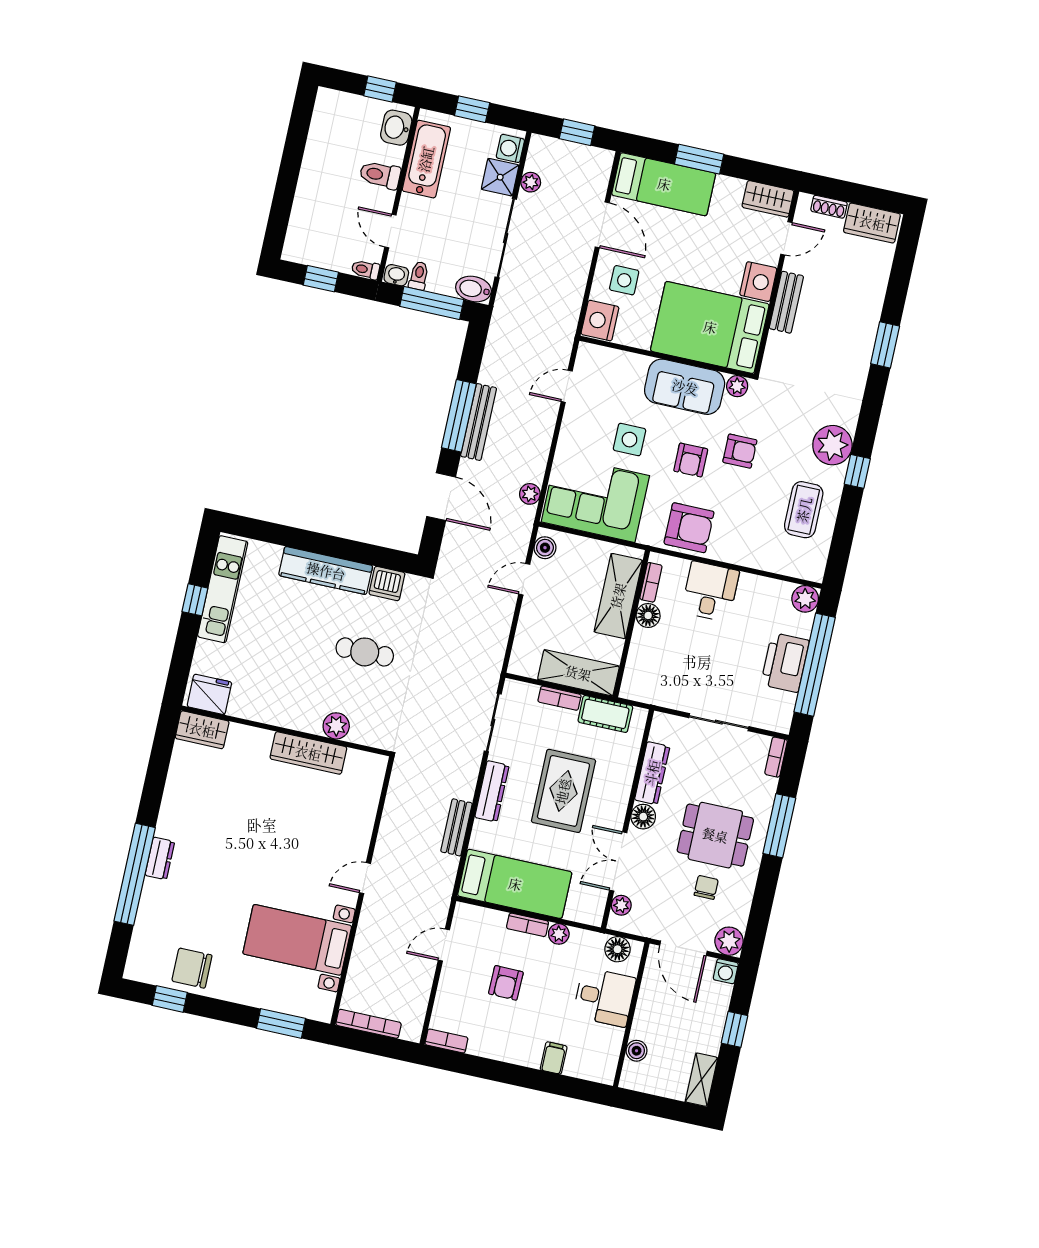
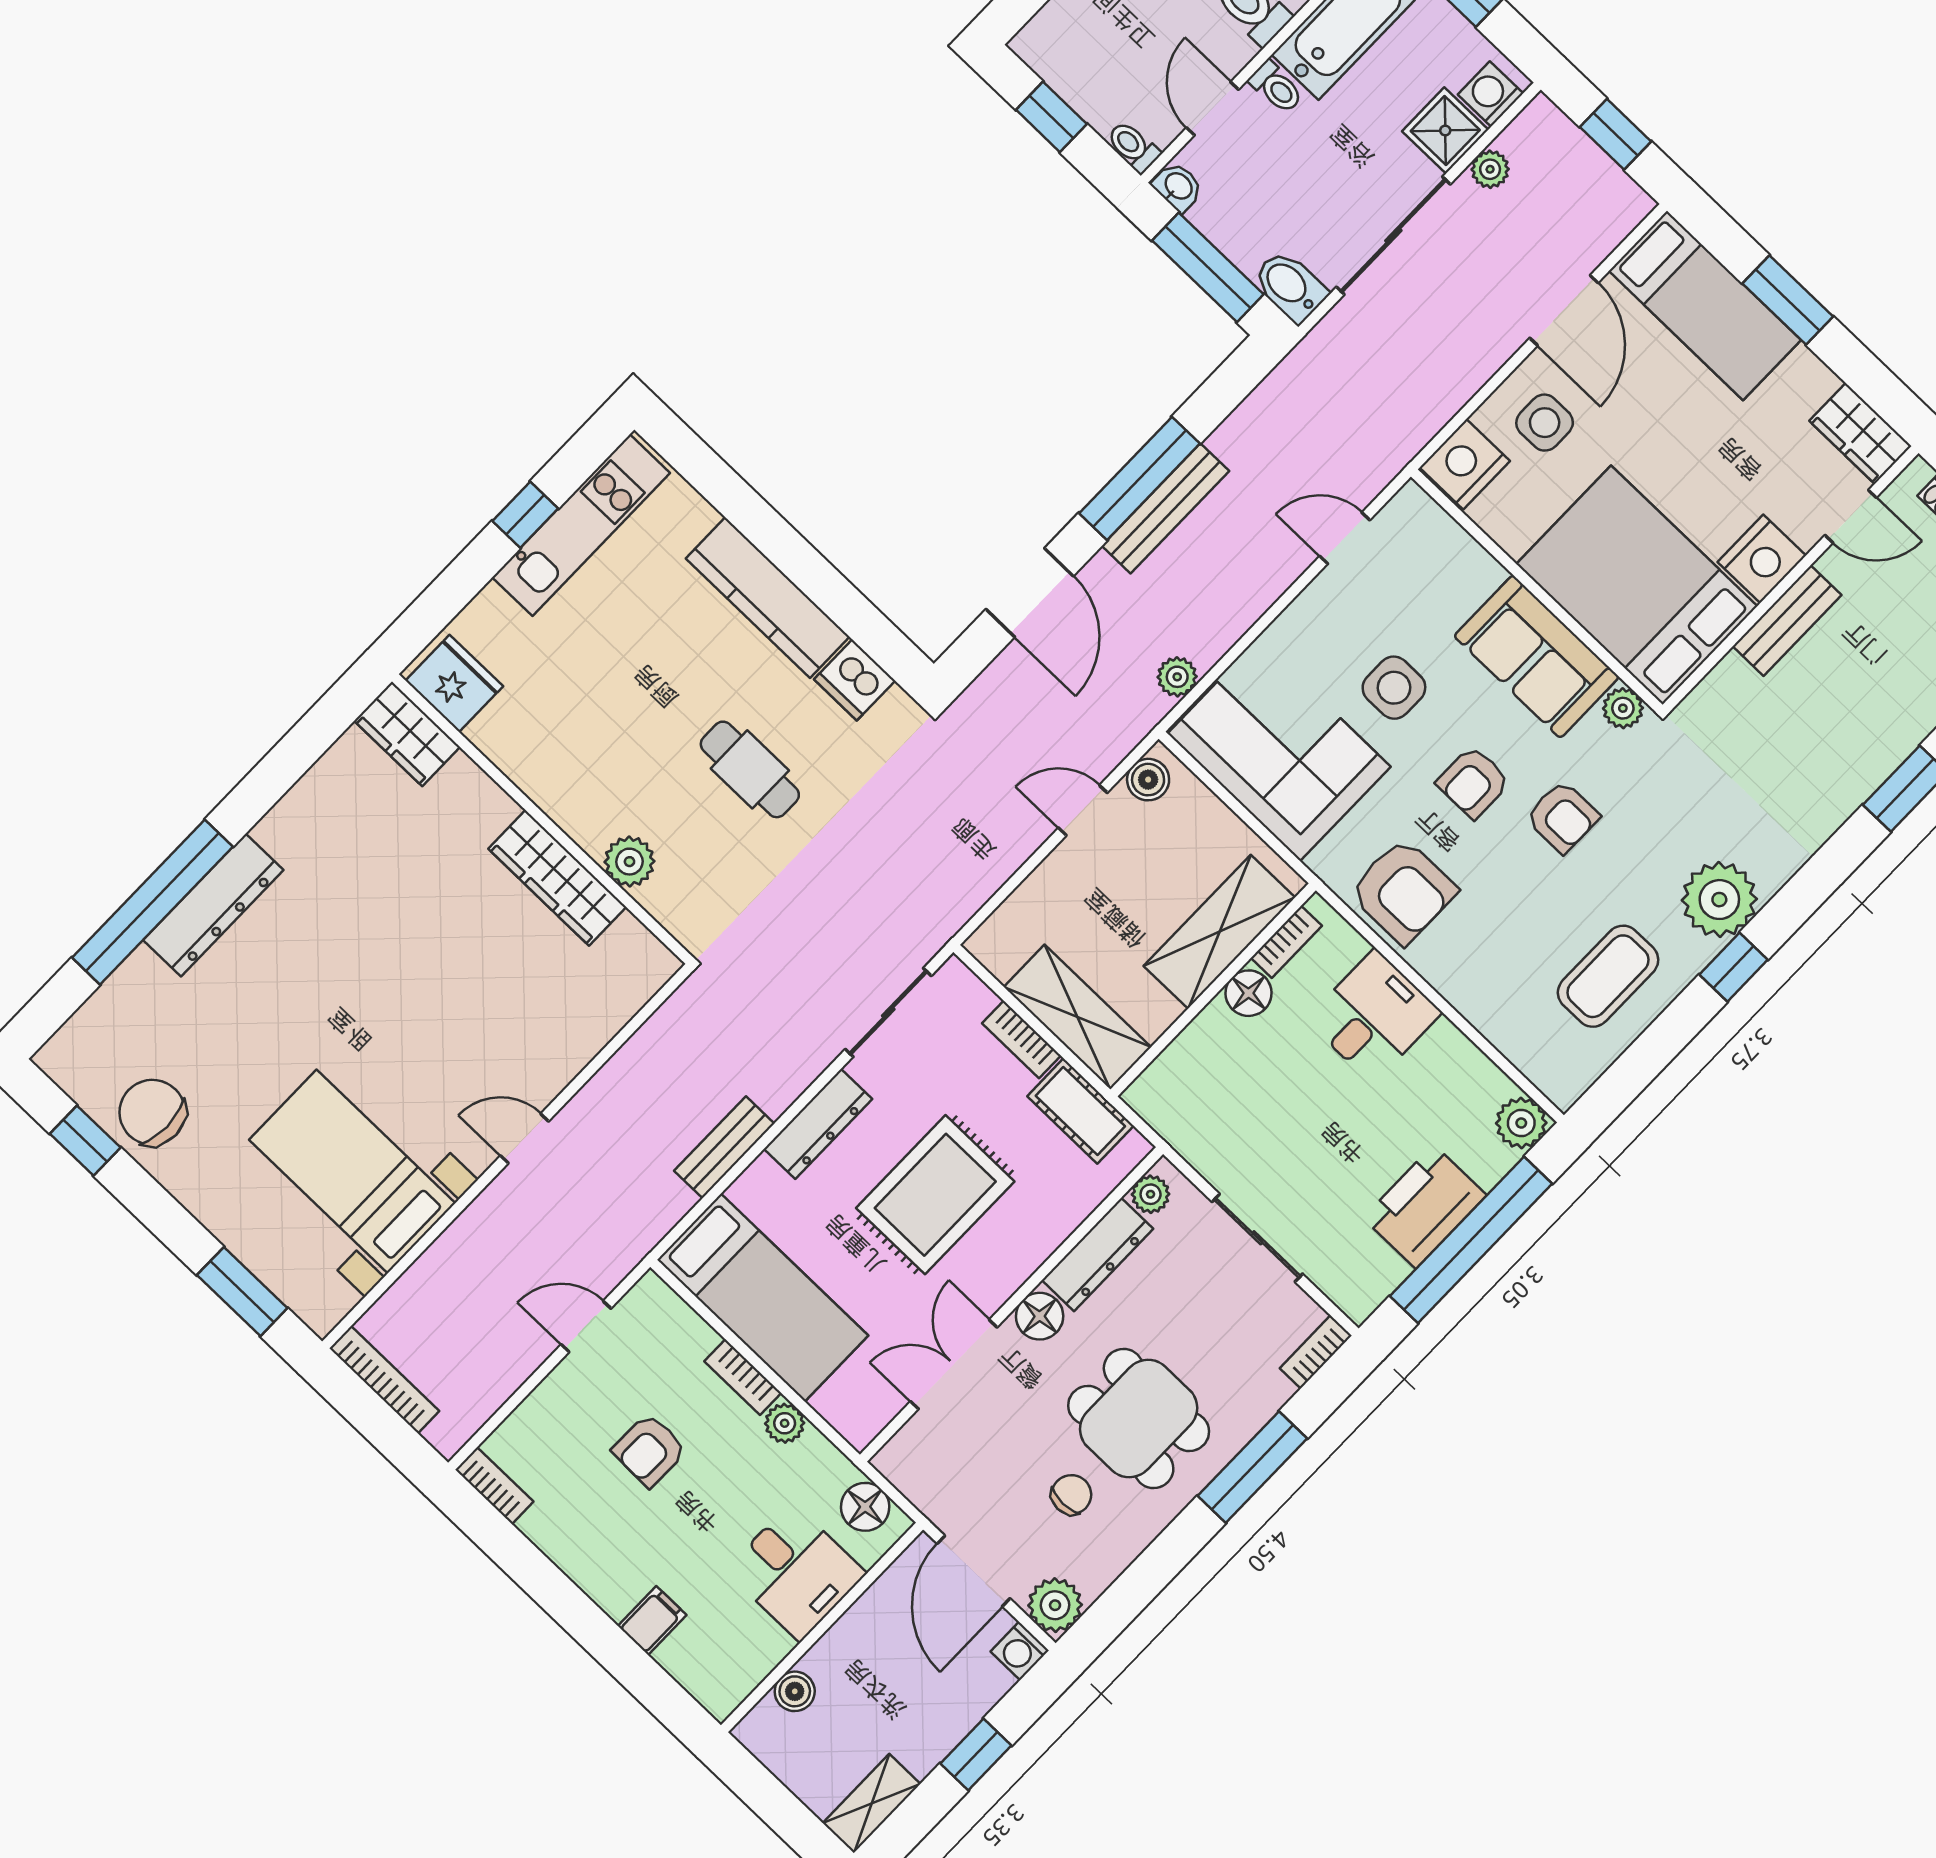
toilet: (419, 276) -> (1276, 87), moved, turned 90
dresser: (160, 858) -> (213, 905), width x1.96, depth x1.24
plant: (621, 905) -> (1151, 1194), moved

